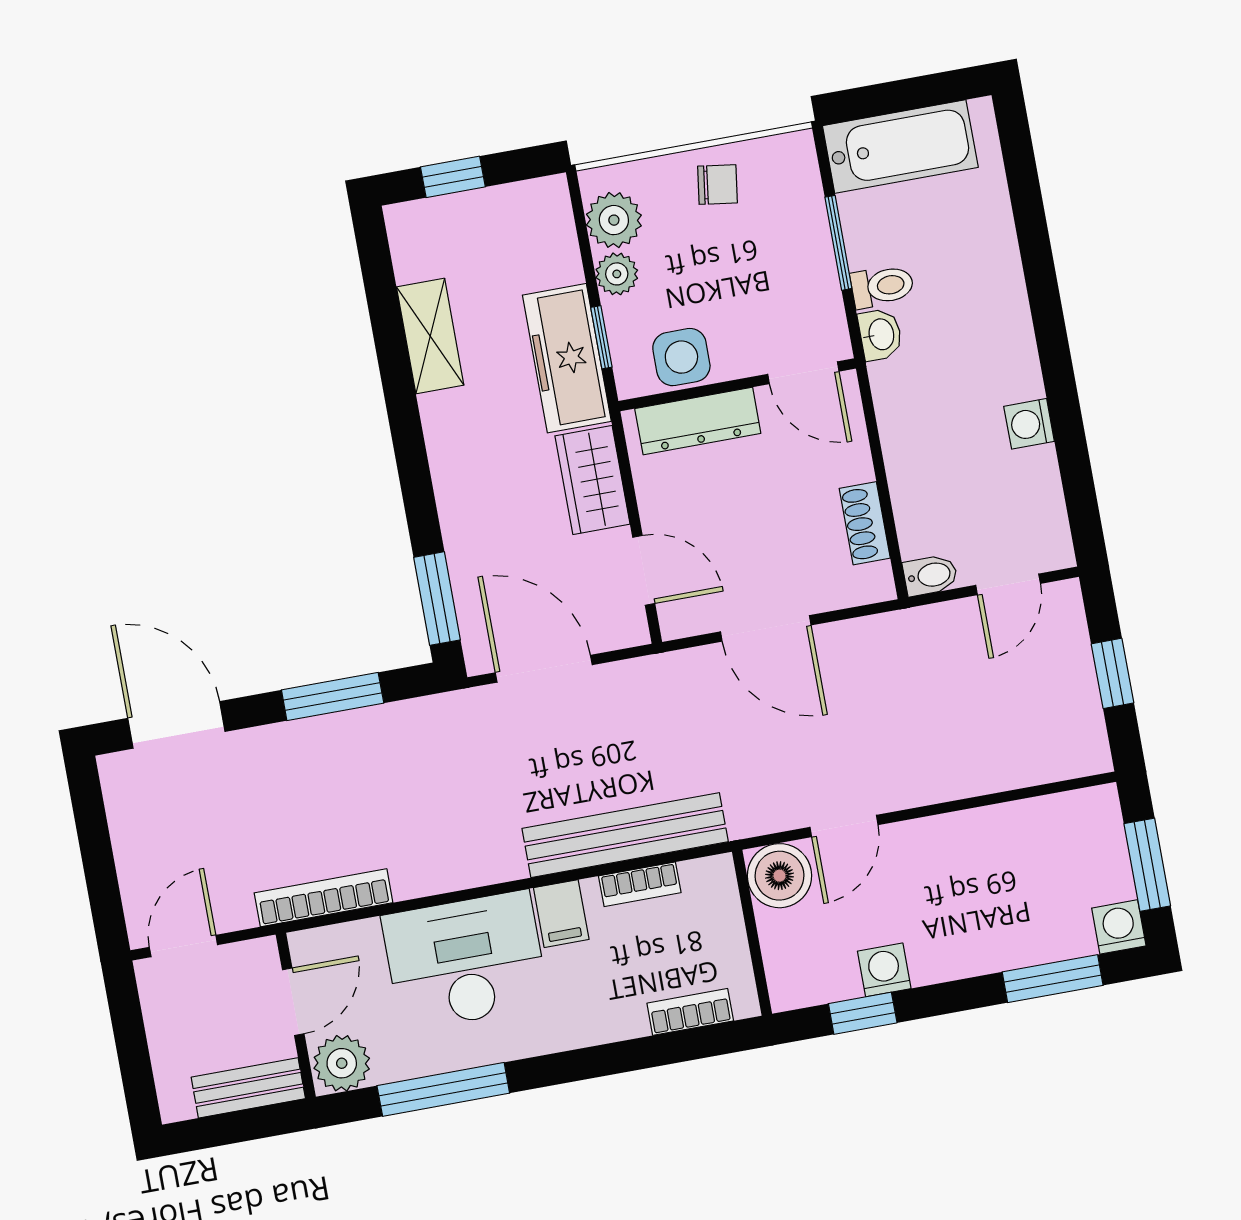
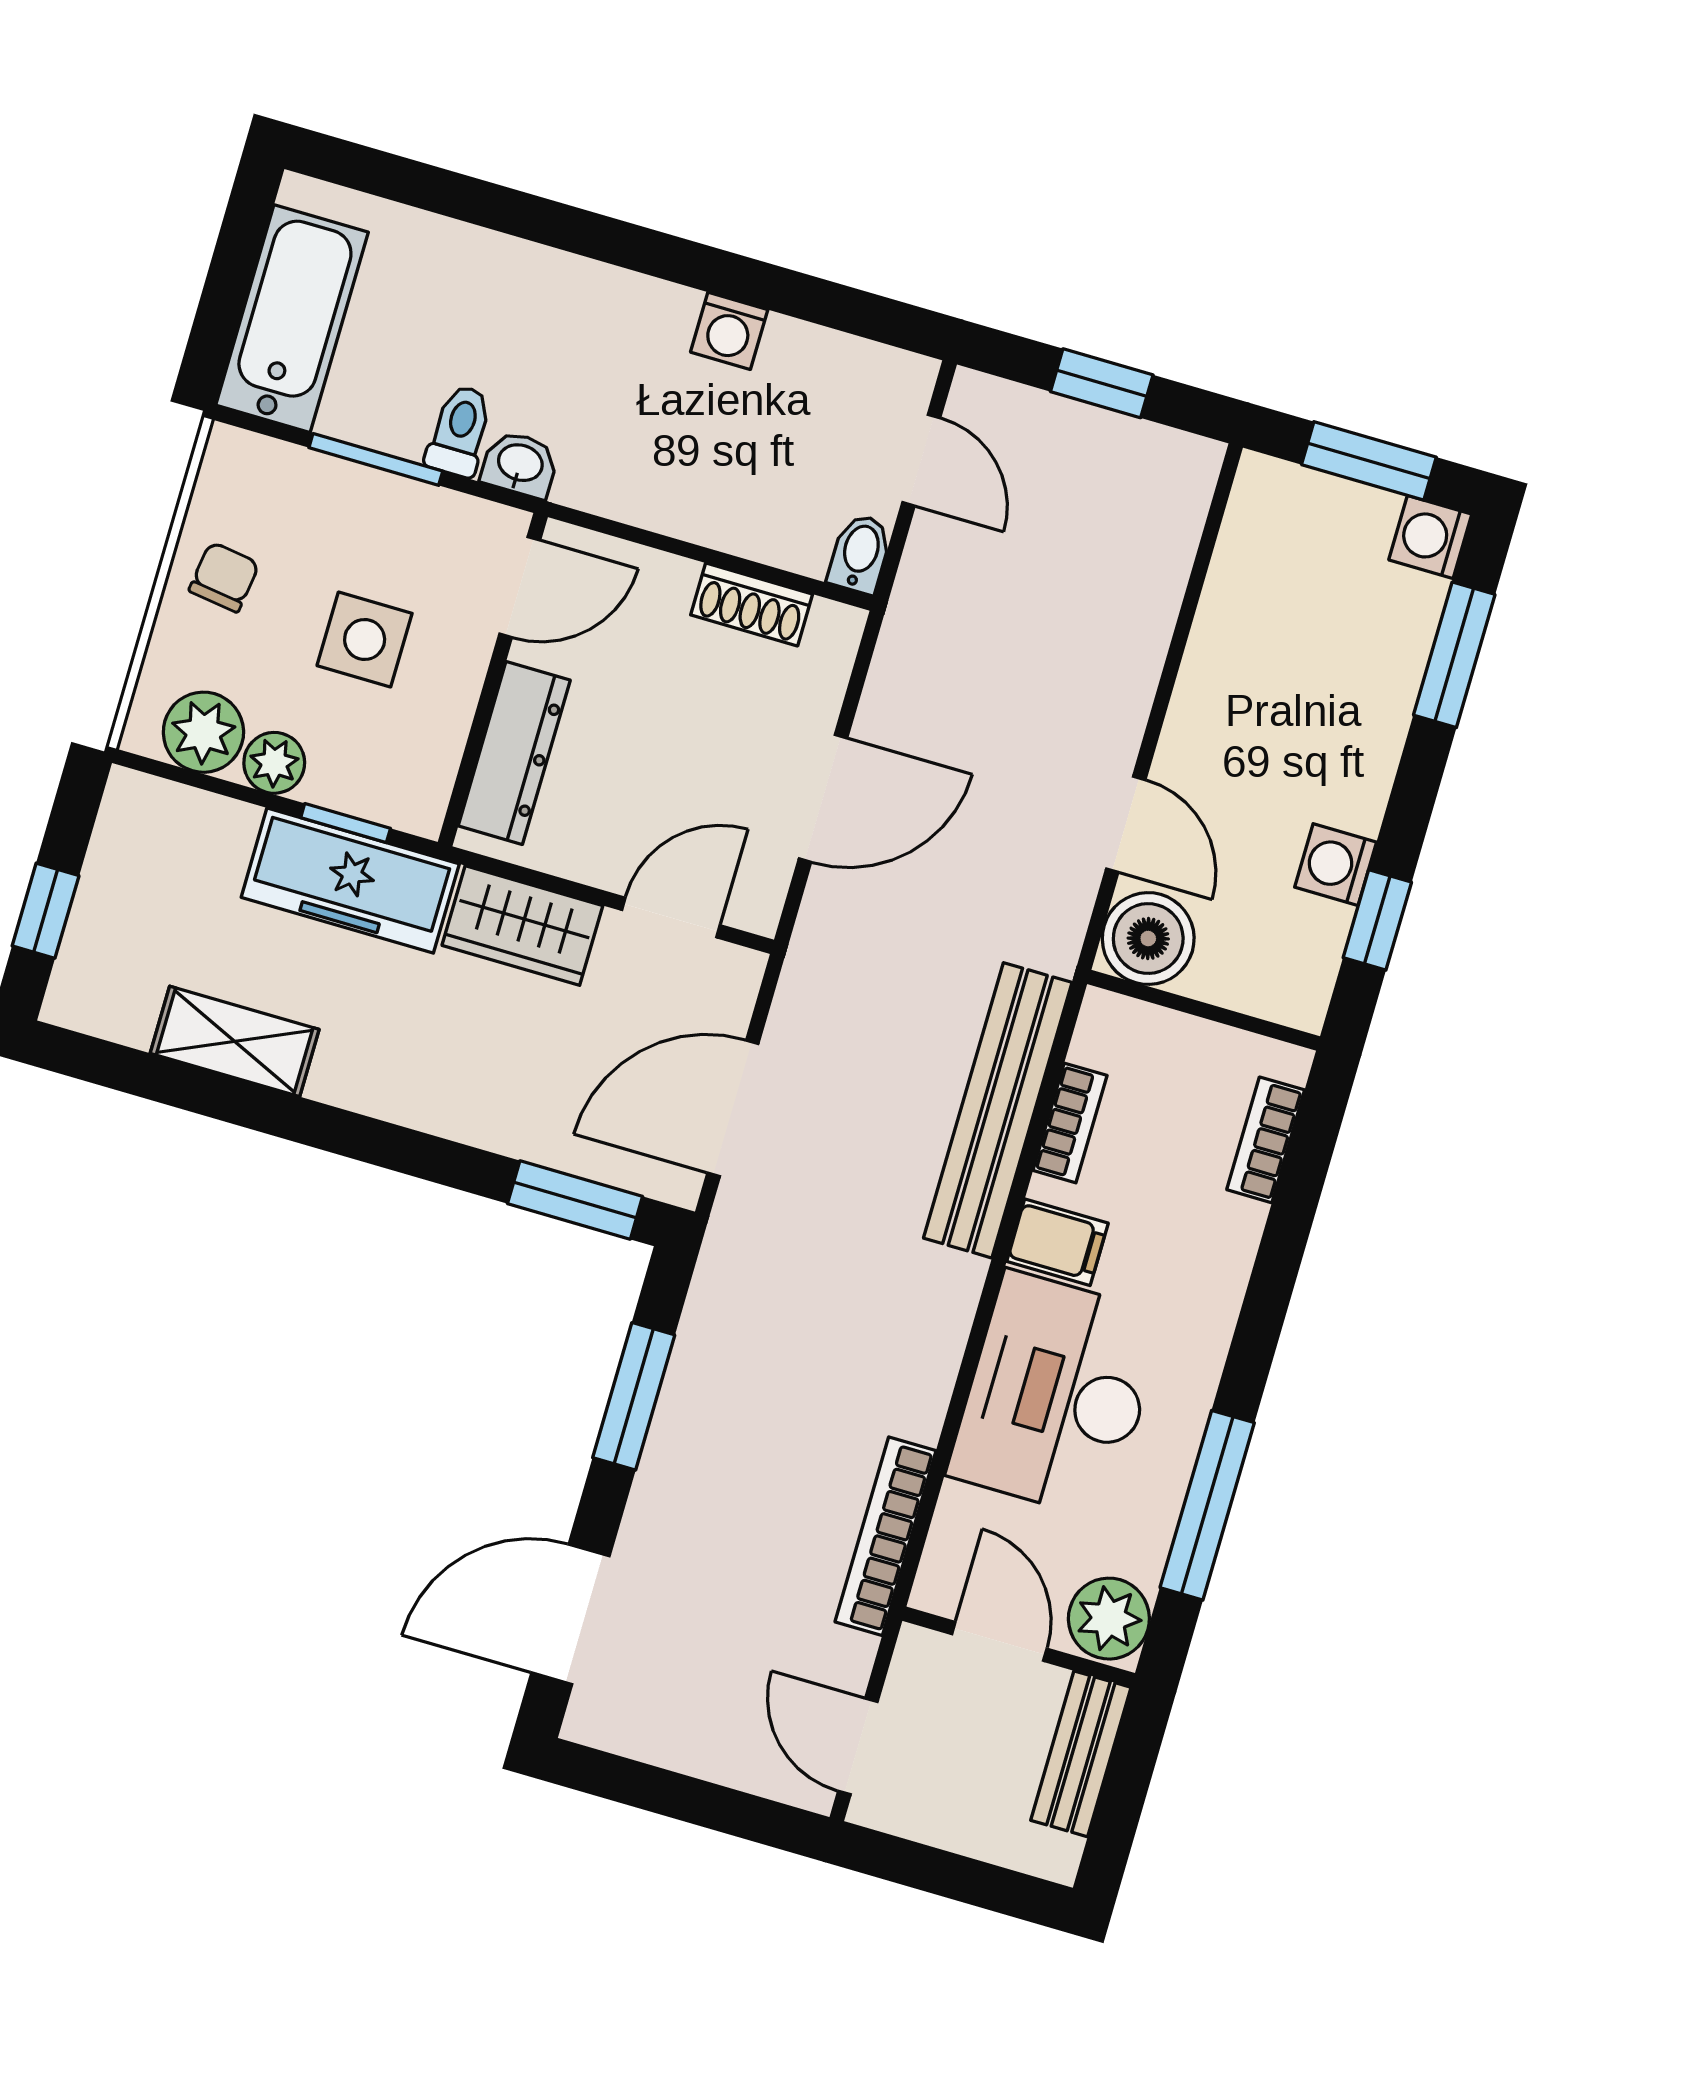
side table: (681, 357) -> (365, 639), moved

